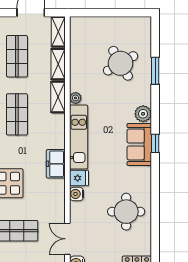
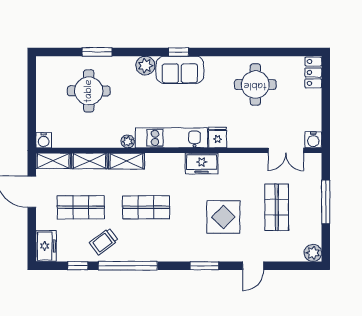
round table: (121, 63) -> (89, 91), turned 30
water cooler: (77, 194) -> (44, 140), moved

